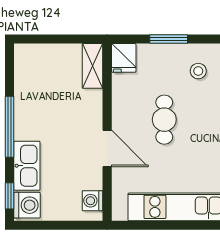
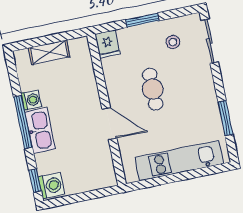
shelving: (93, 66) -> (49, 52), moved, turned 90
kitchen sink: (27, 166) -> (40, 130), moved
washing machine: (92, 201) -> (31, 100), moved, turned 180

